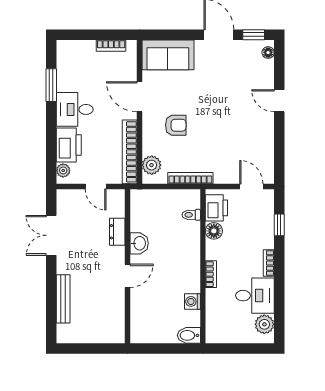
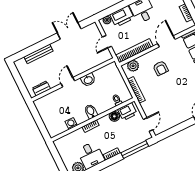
window: (279, 225) -> (135, 150), width x2.17
dresser: (117, 232) -> (41, 88), moved
door: (127, 276) -> (68, 82), swing flipped
bidet: (189, 335) -> (91, 111), moved

